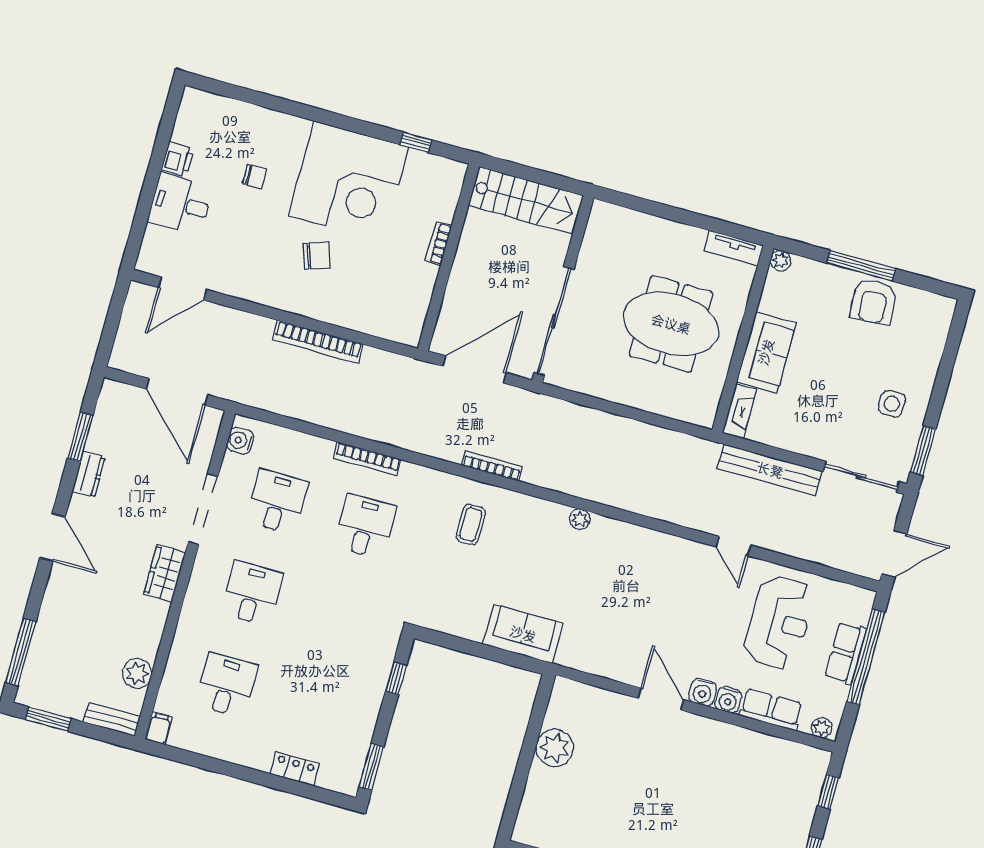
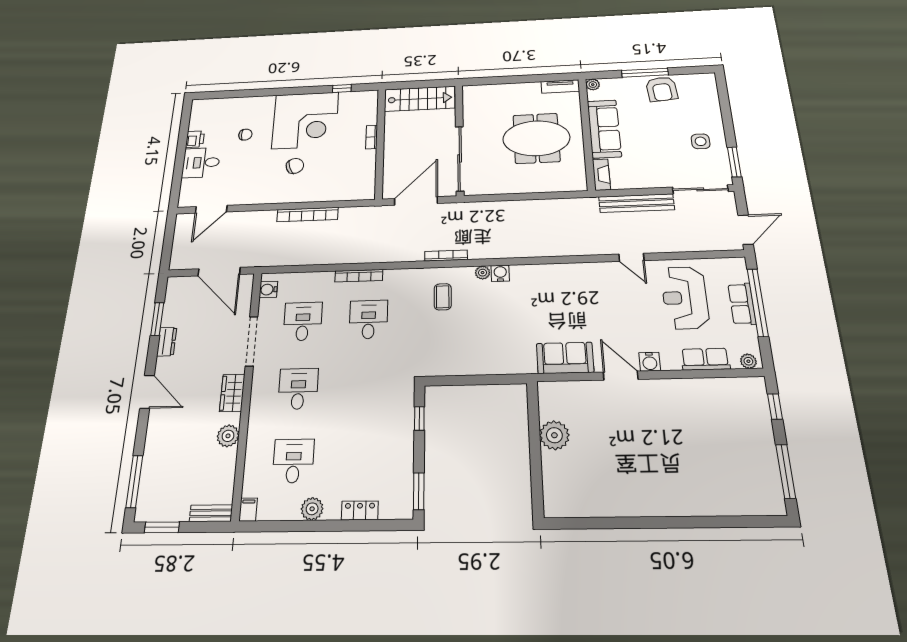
sofa: (766, 352) -> (604, 129), width x1.36
plant: (580, 519) -> (483, 273), moved
reception desk: (779, 622) -> (685, 298), turned 180
sofa: (523, 634) -> (565, 358), moved
plant: (137, 673) -> (228, 436), moved
water cooler: (728, 700) -> (500, 273), moved, turned 180
plant: (237, 750) -> (312, 509), added

